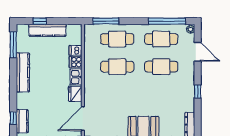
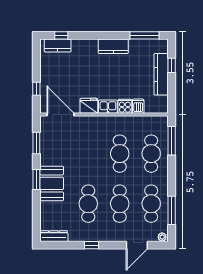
window: (167, 21) -> (172, 210), width x0.68
kitchen counter: (23, 72) -> (113, 46), width x0.67
cafe table: (161, 94) -> (88, 204), added

